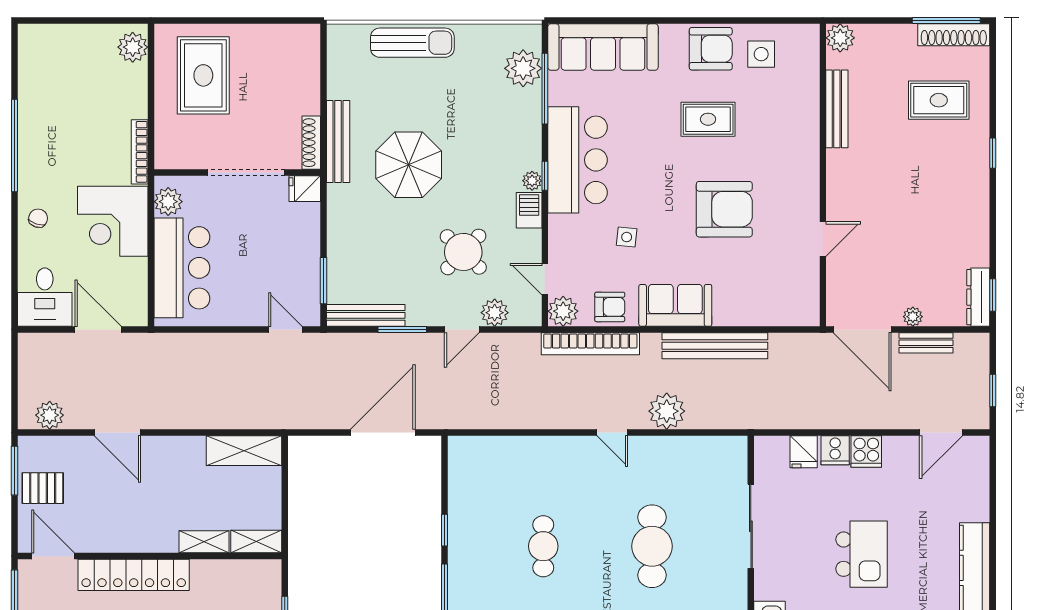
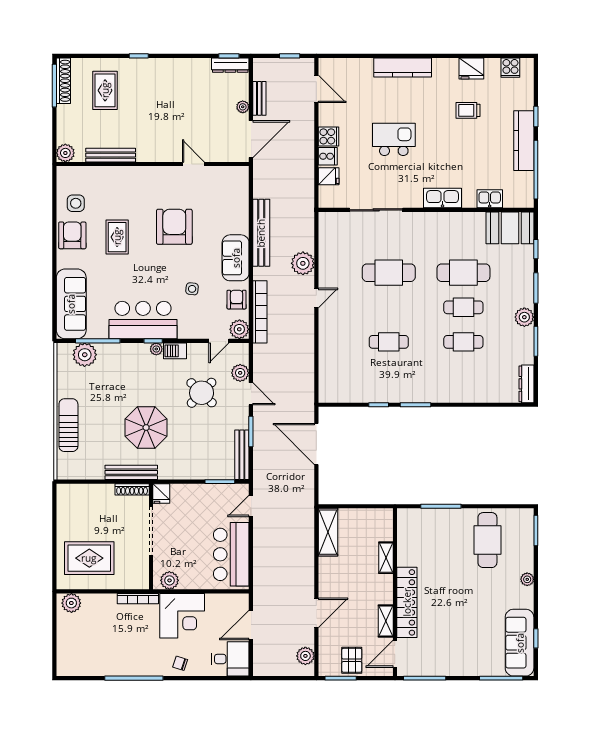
bar counter: (182, 268) -> (231, 554), moved, turned -90
shelving: (256, 541) -> (386, 621), moved

